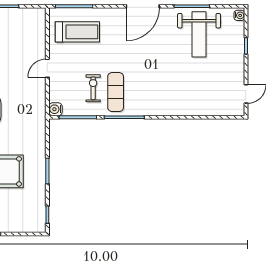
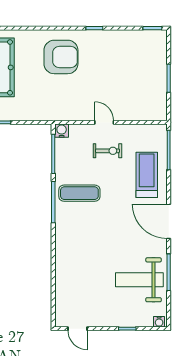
treadmill: (77, 32) -> (147, 175), moved, turned 180
exercise bike: (93, 88) -> (107, 151), moved

